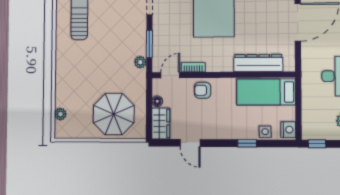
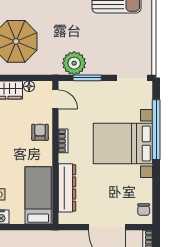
plant: (140, 62) -> (74, 63), width x1.88, depth x1.88
bookcase: (193, 67) -> (63, 141), moved

